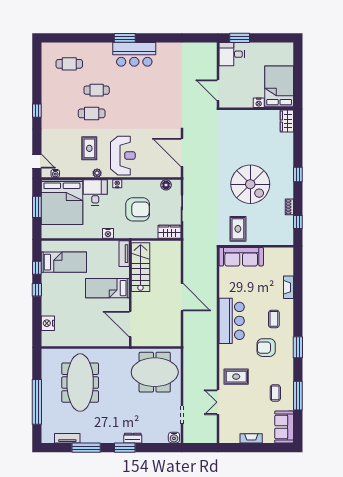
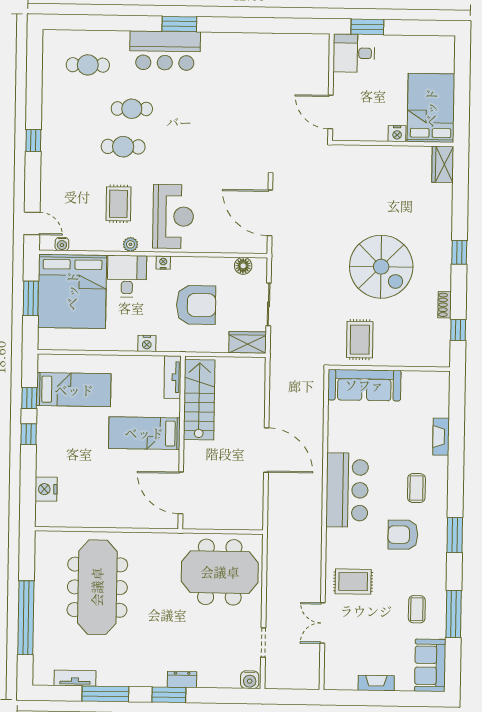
bar counter: (134, 54) -> (165, 51), moved

